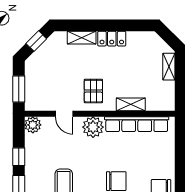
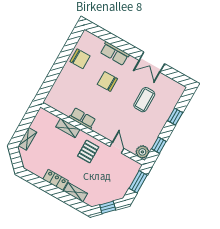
row of seats: (137, 124) -> (82, 118), width x0.50
plant: (93, 127) -> (102, 127), removed
window: (19, 157) -> (159, 145), moved

